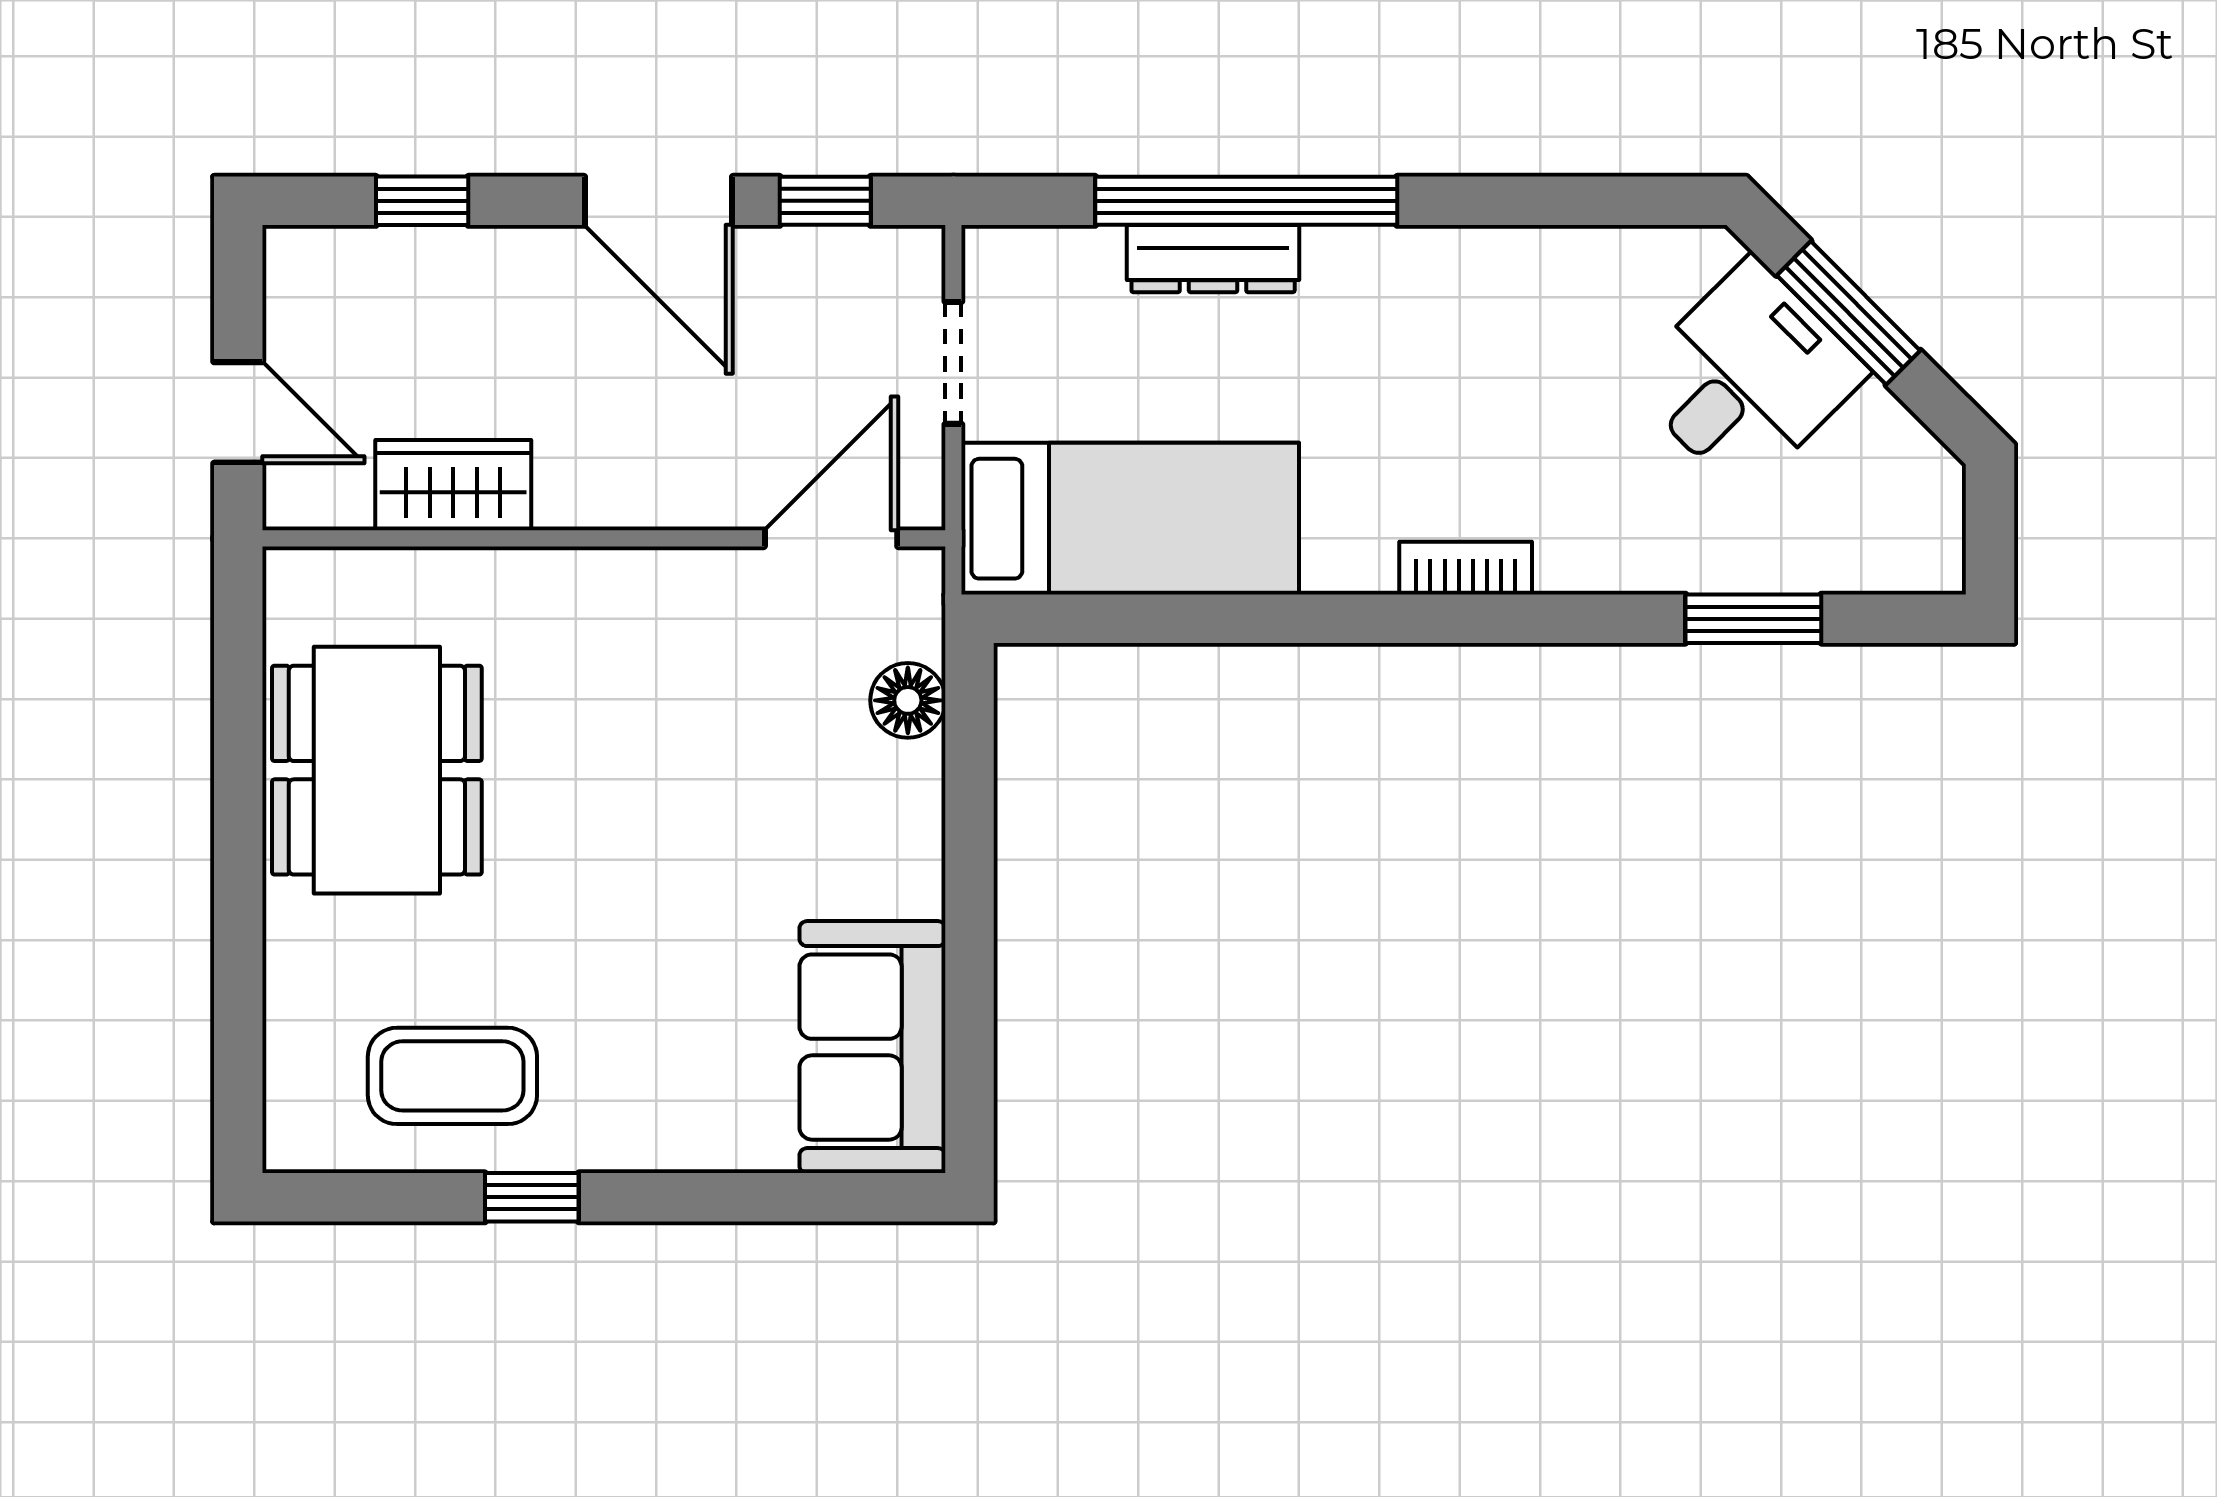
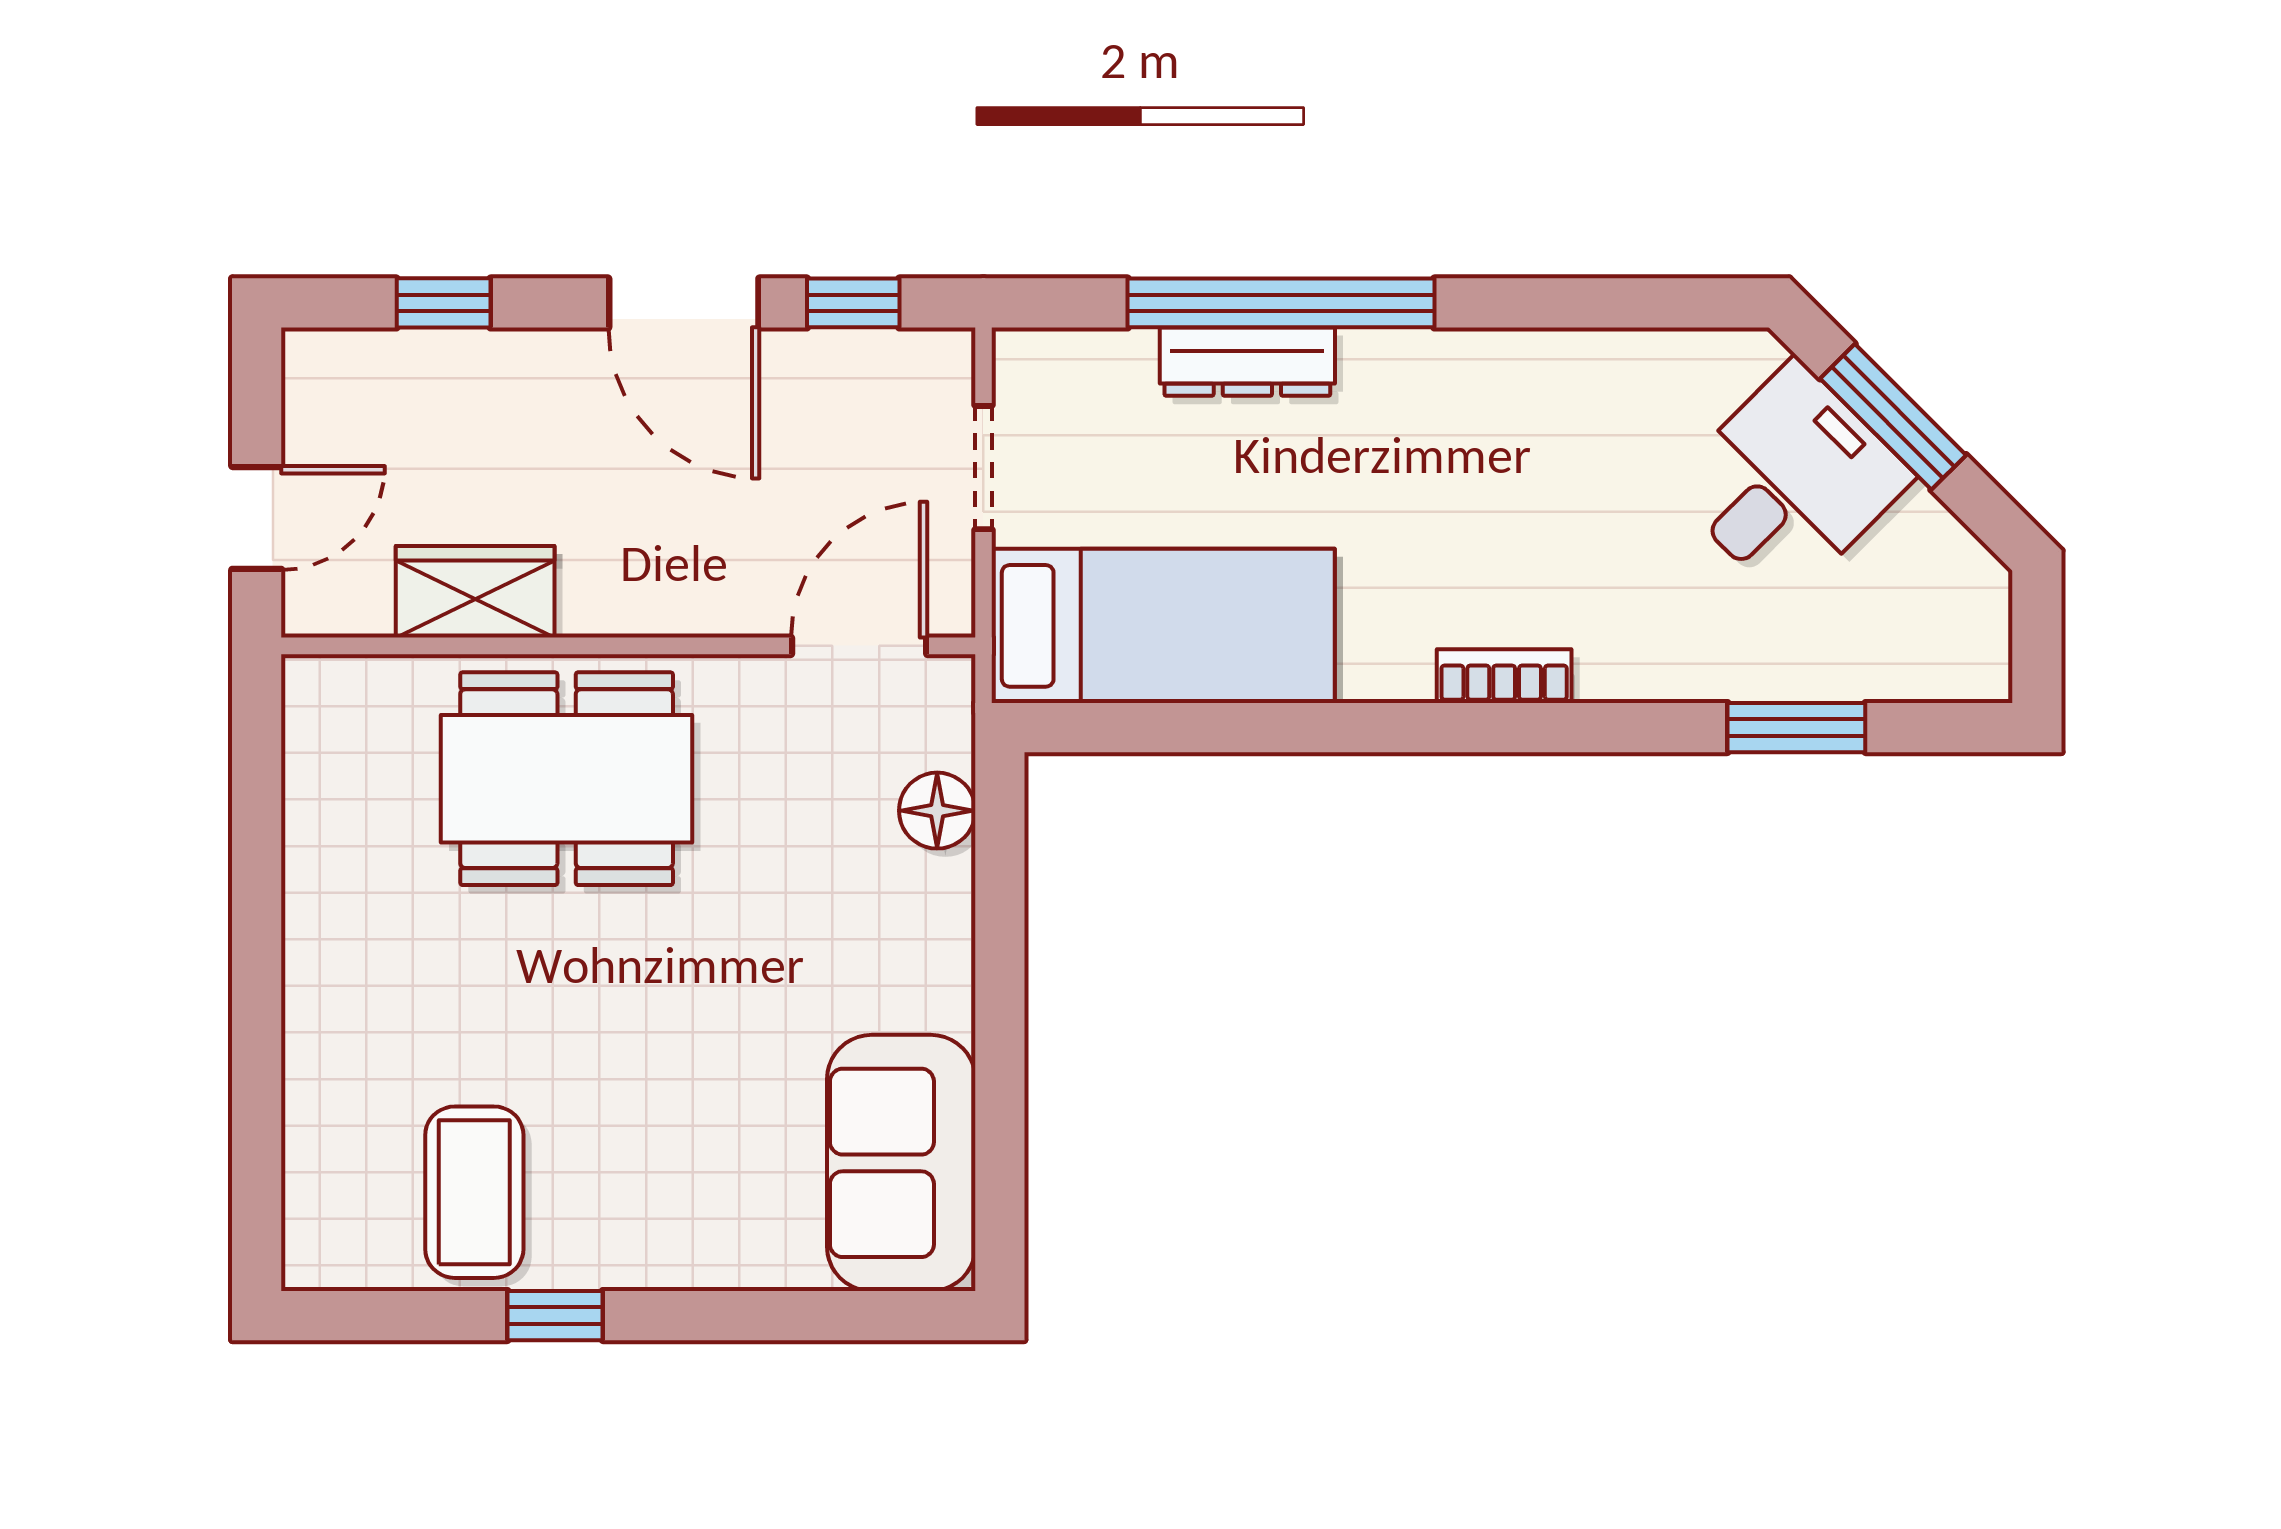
door: (238, 412) -> (257, 518), hinge flipped
dining table: (377, 770) -> (567, 779), moved, turned 90
coffee table: (452, 1076) -> (474, 1192), turned 90

